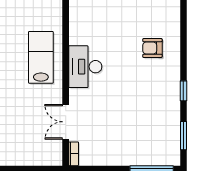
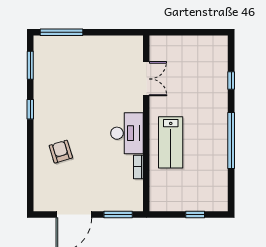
armchair: (152, 48) -> (61, 152), turned -107
bookcase: (74, 154) -> (138, 167), moved

